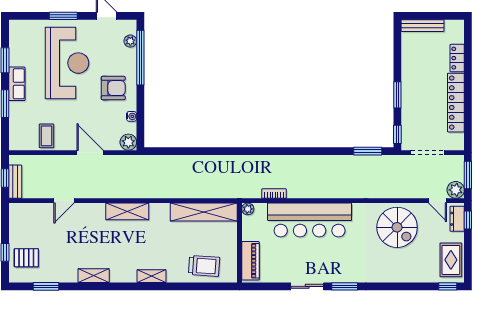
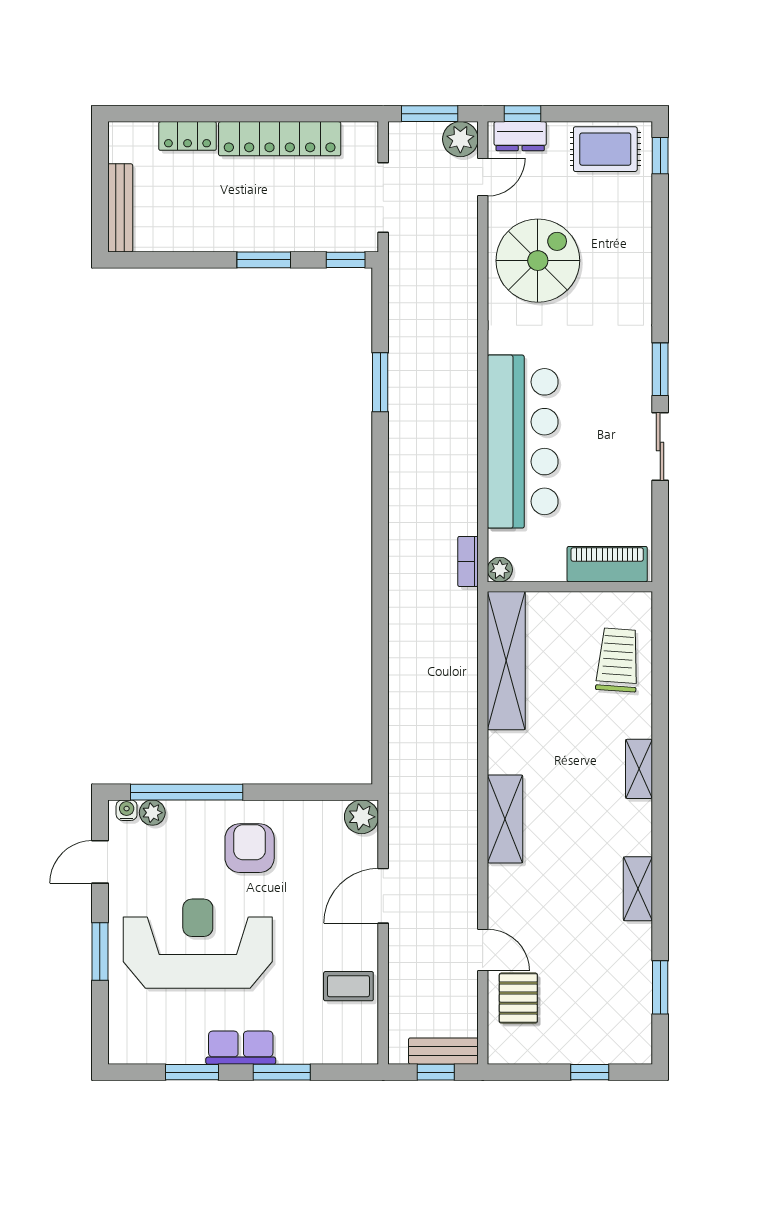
water cooler: (132, 116) -> (127, 810), moved
window: (368, 151) -> (380, 382), moved
bookcase: (274, 194) -> (468, 561), moved
pallet: (26, 258) -> (518, 998), moved

